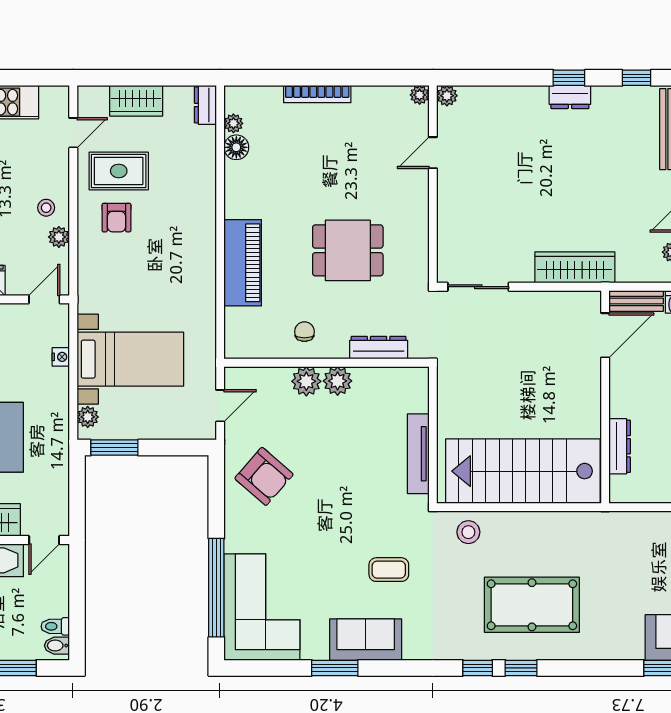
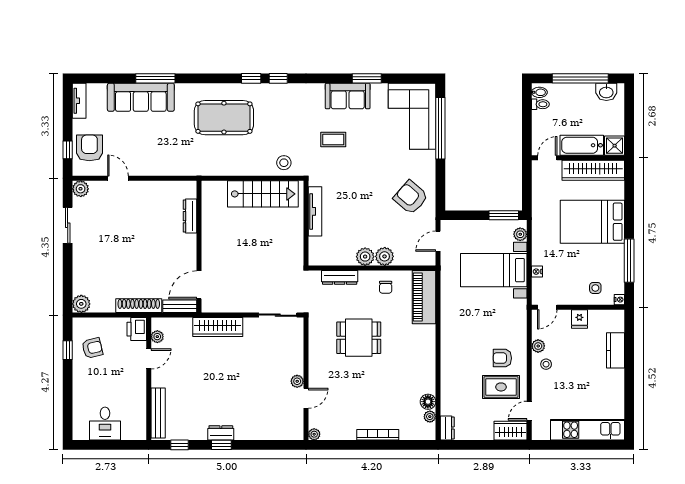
plant: (447, 96) -> (297, 381), moved
wardrobe: (136, 101) -> (510, 431), moved
armchair: (116, 218) -> (502, 358), turned -90
piano: (243, 263) -> (424, 297), moved
stairs: (523, 471) -> (263, 194), width x0.73, depth x0.66
pool table: (532, 605) -> (224, 118), moved

